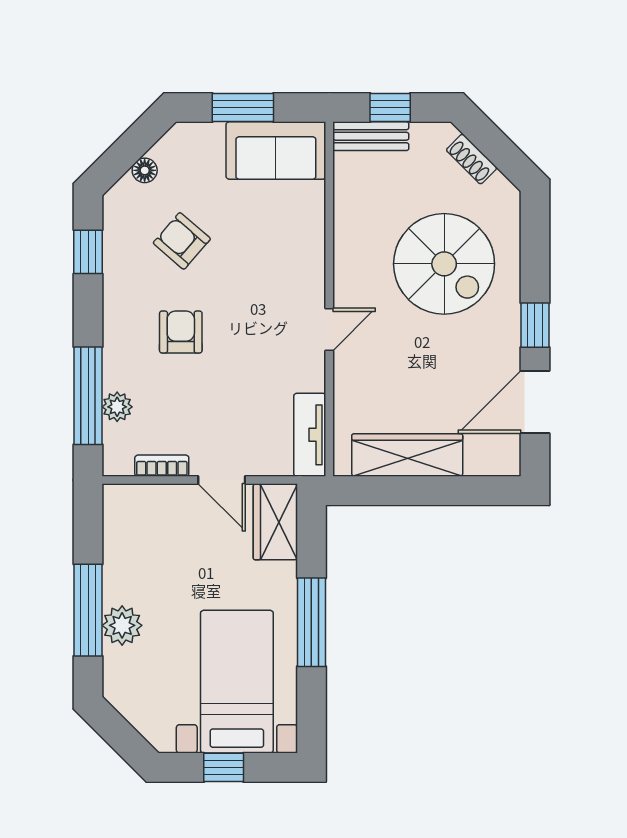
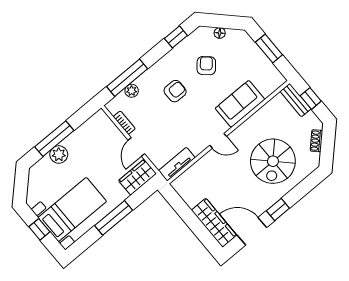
sofa: (276, 151) -> (240, 104), moved, turned 90
wardrobe: (407, 455) -> (214, 223), moved

